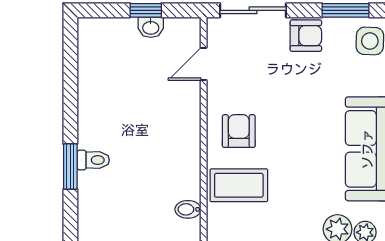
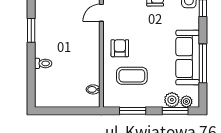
window: (70, 167) -> (31, 30), moved
coffee table: (239, 185) -> (132, 76), moved

